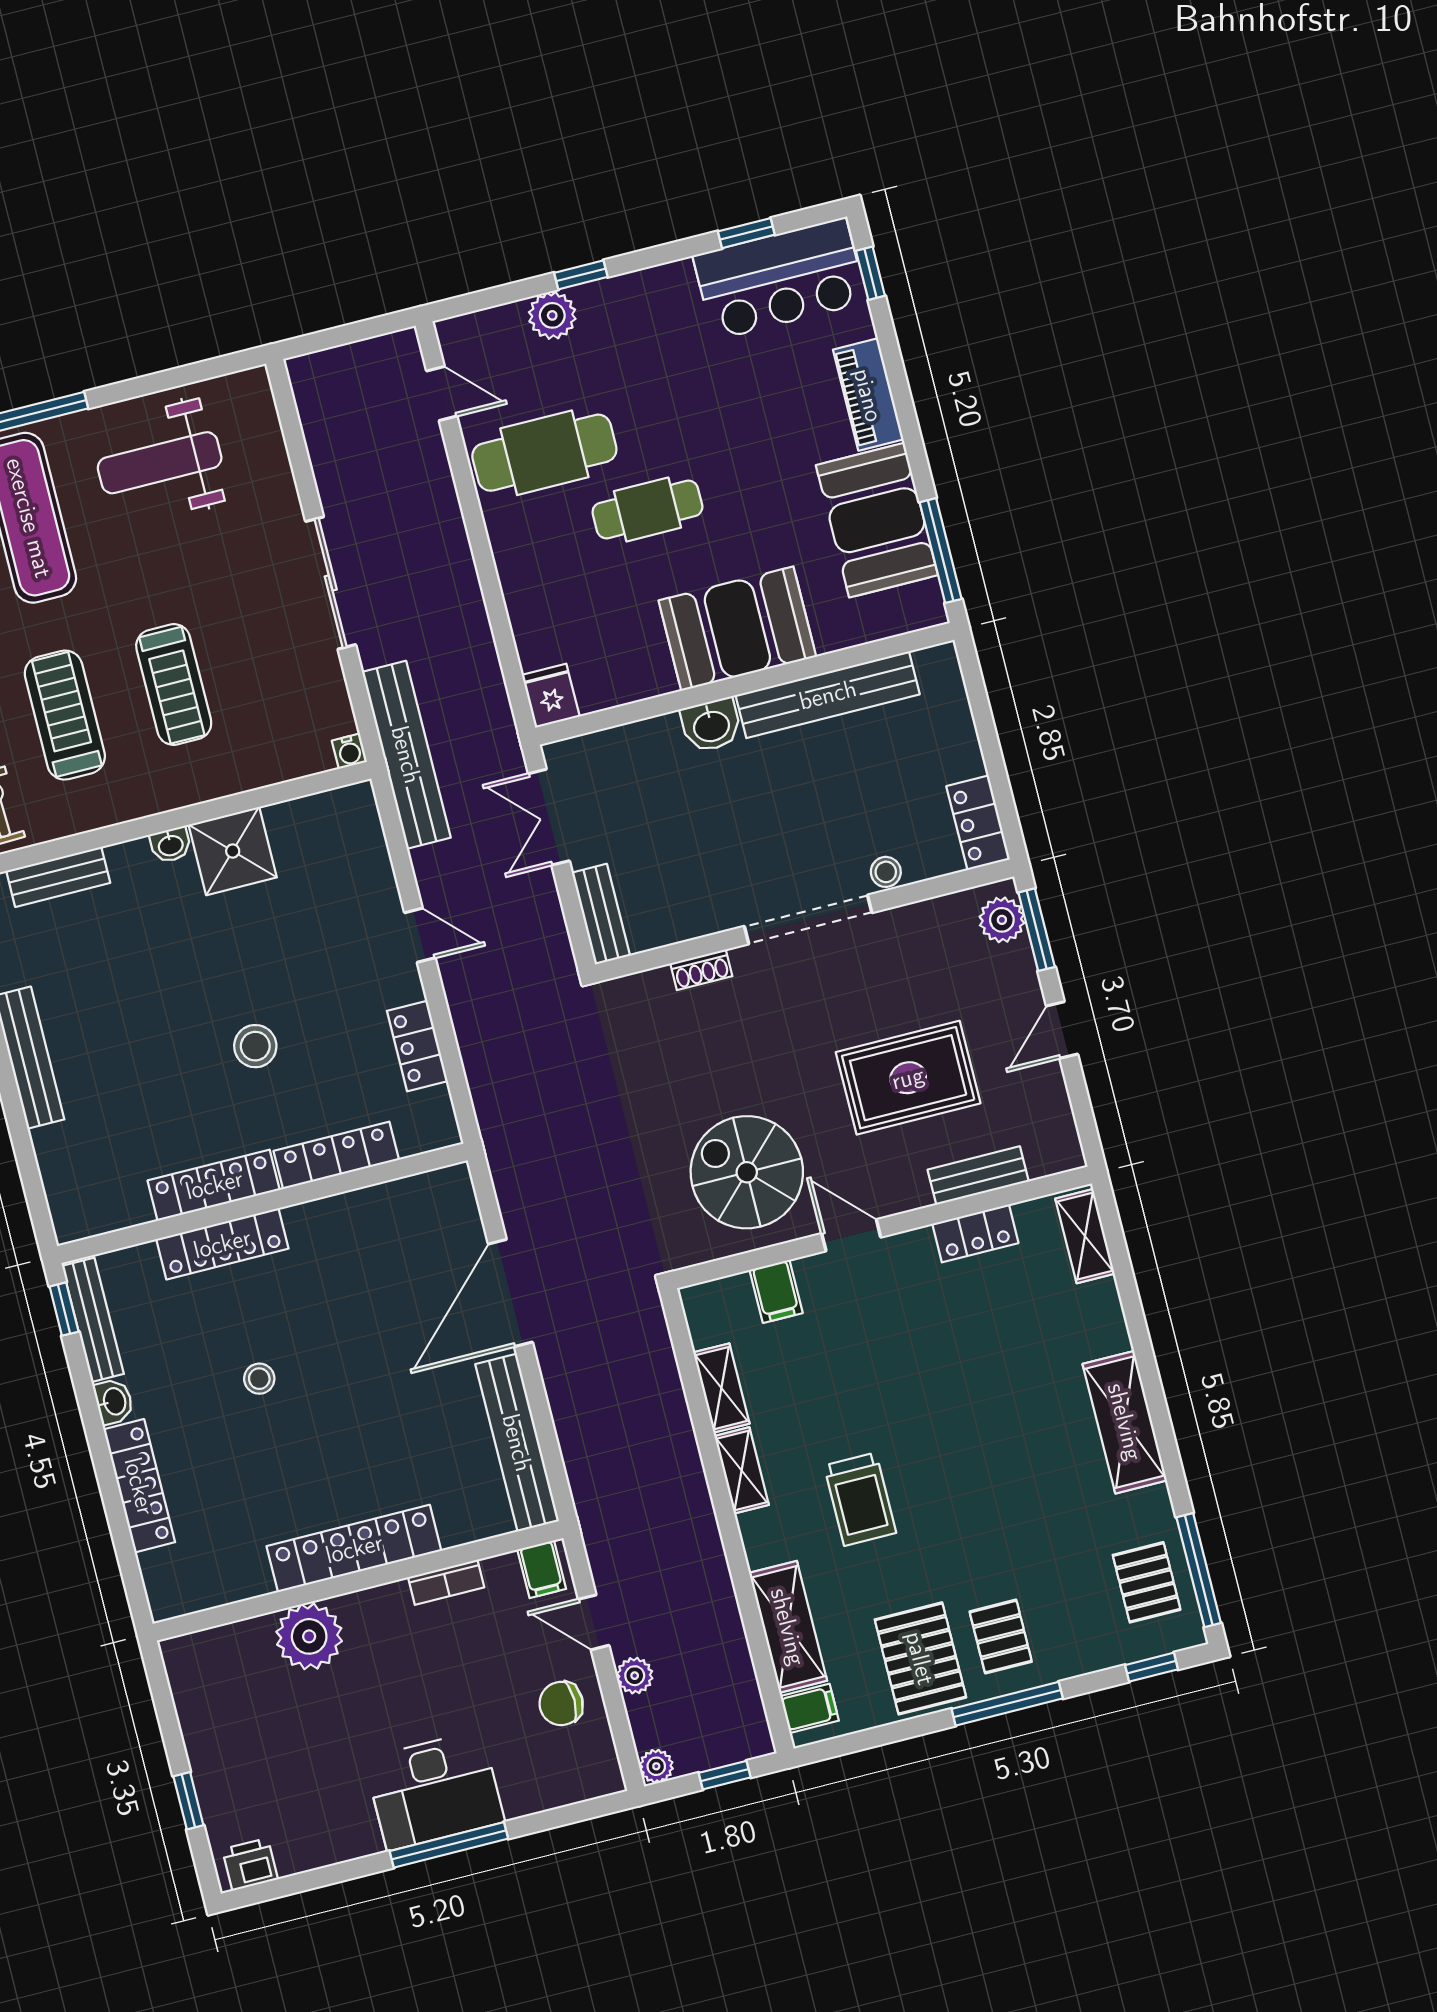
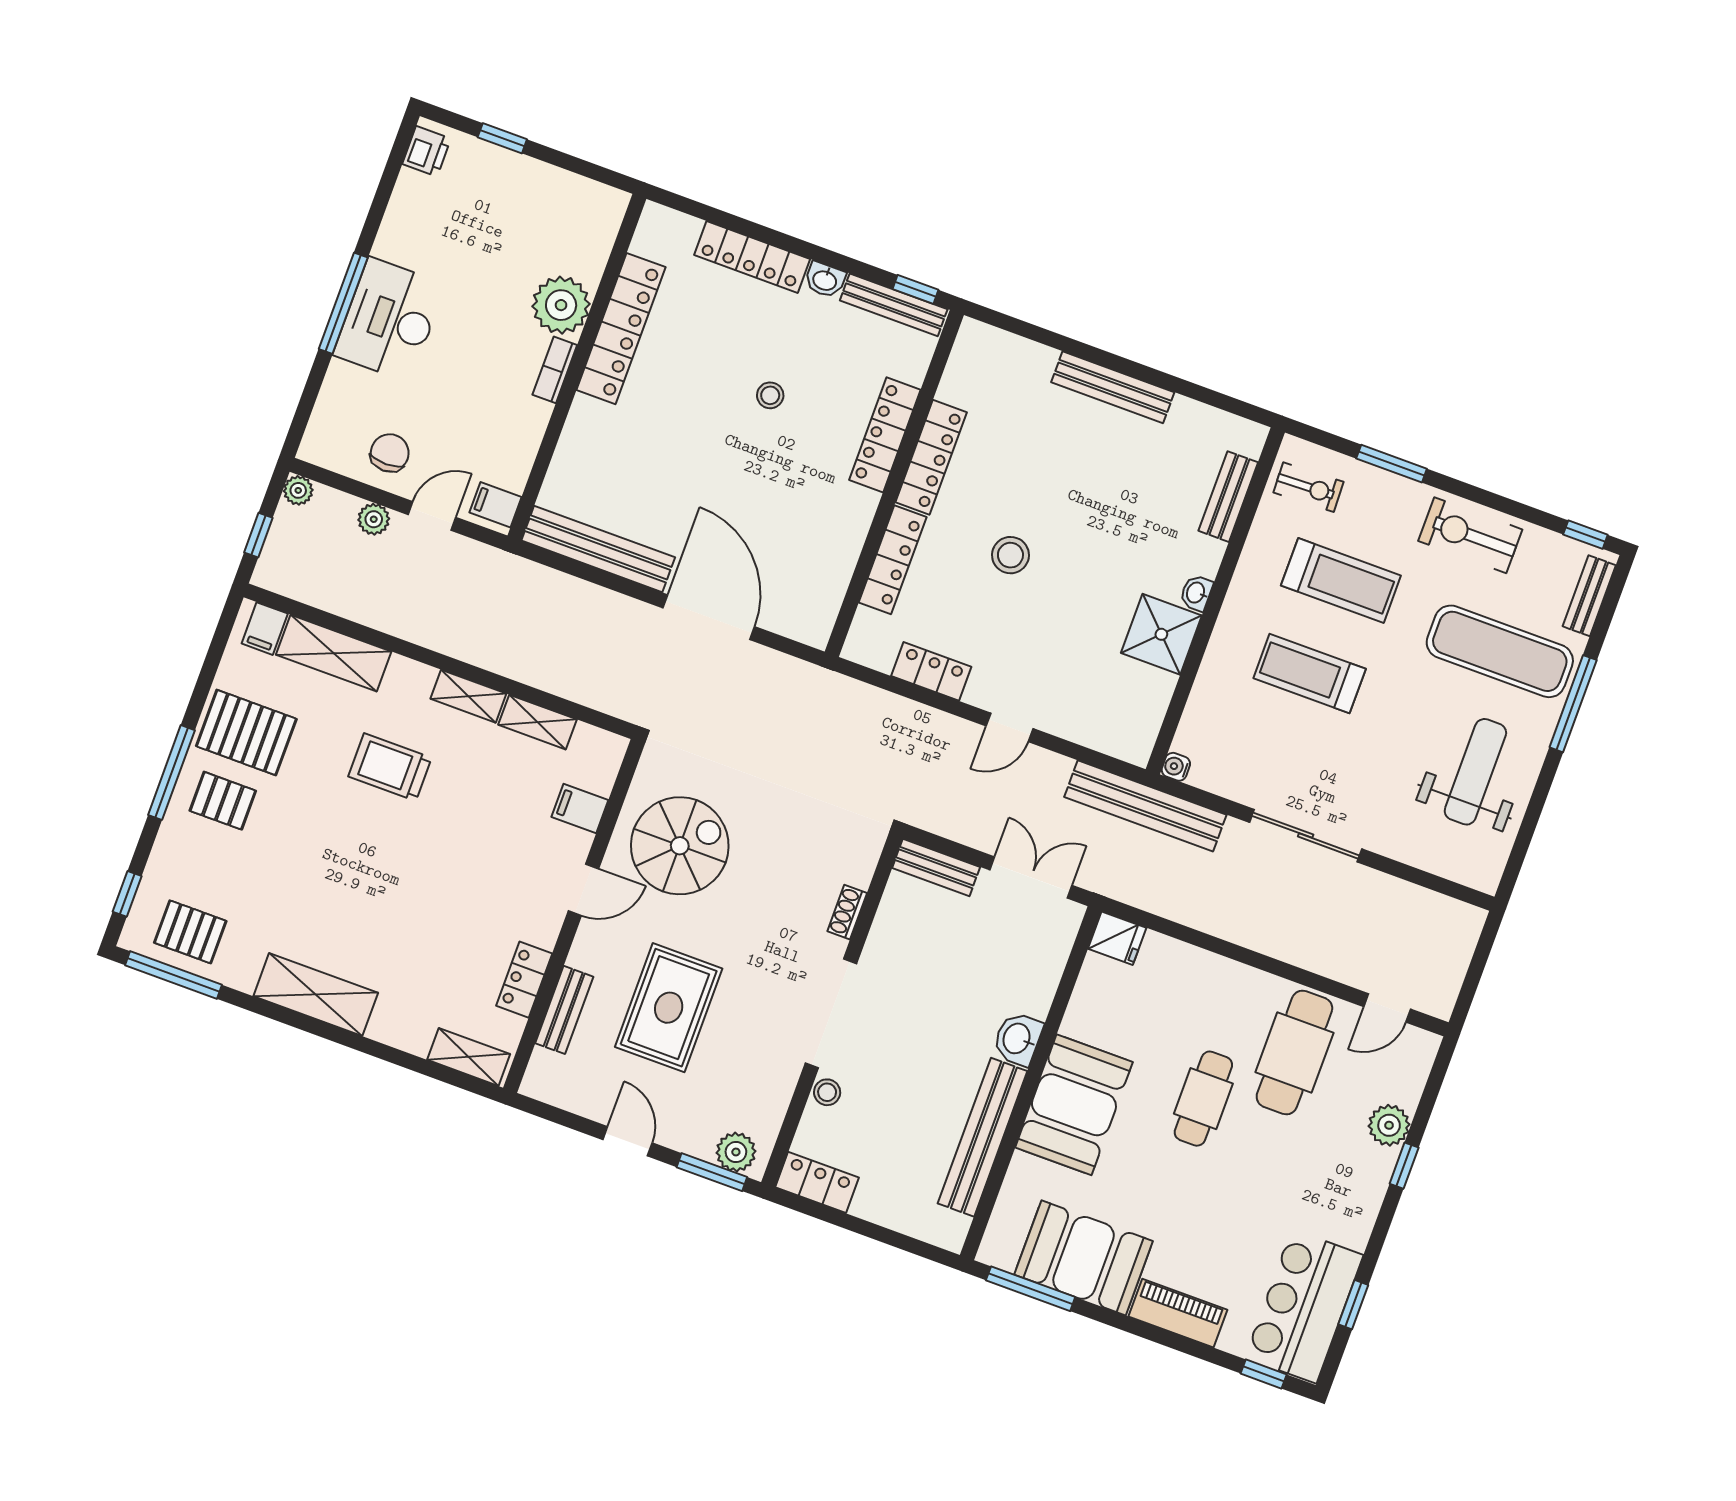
locker: (354, 1549) -> (621, 329), moved
bookcase: (446, 1582) -> (555, 370), moved

